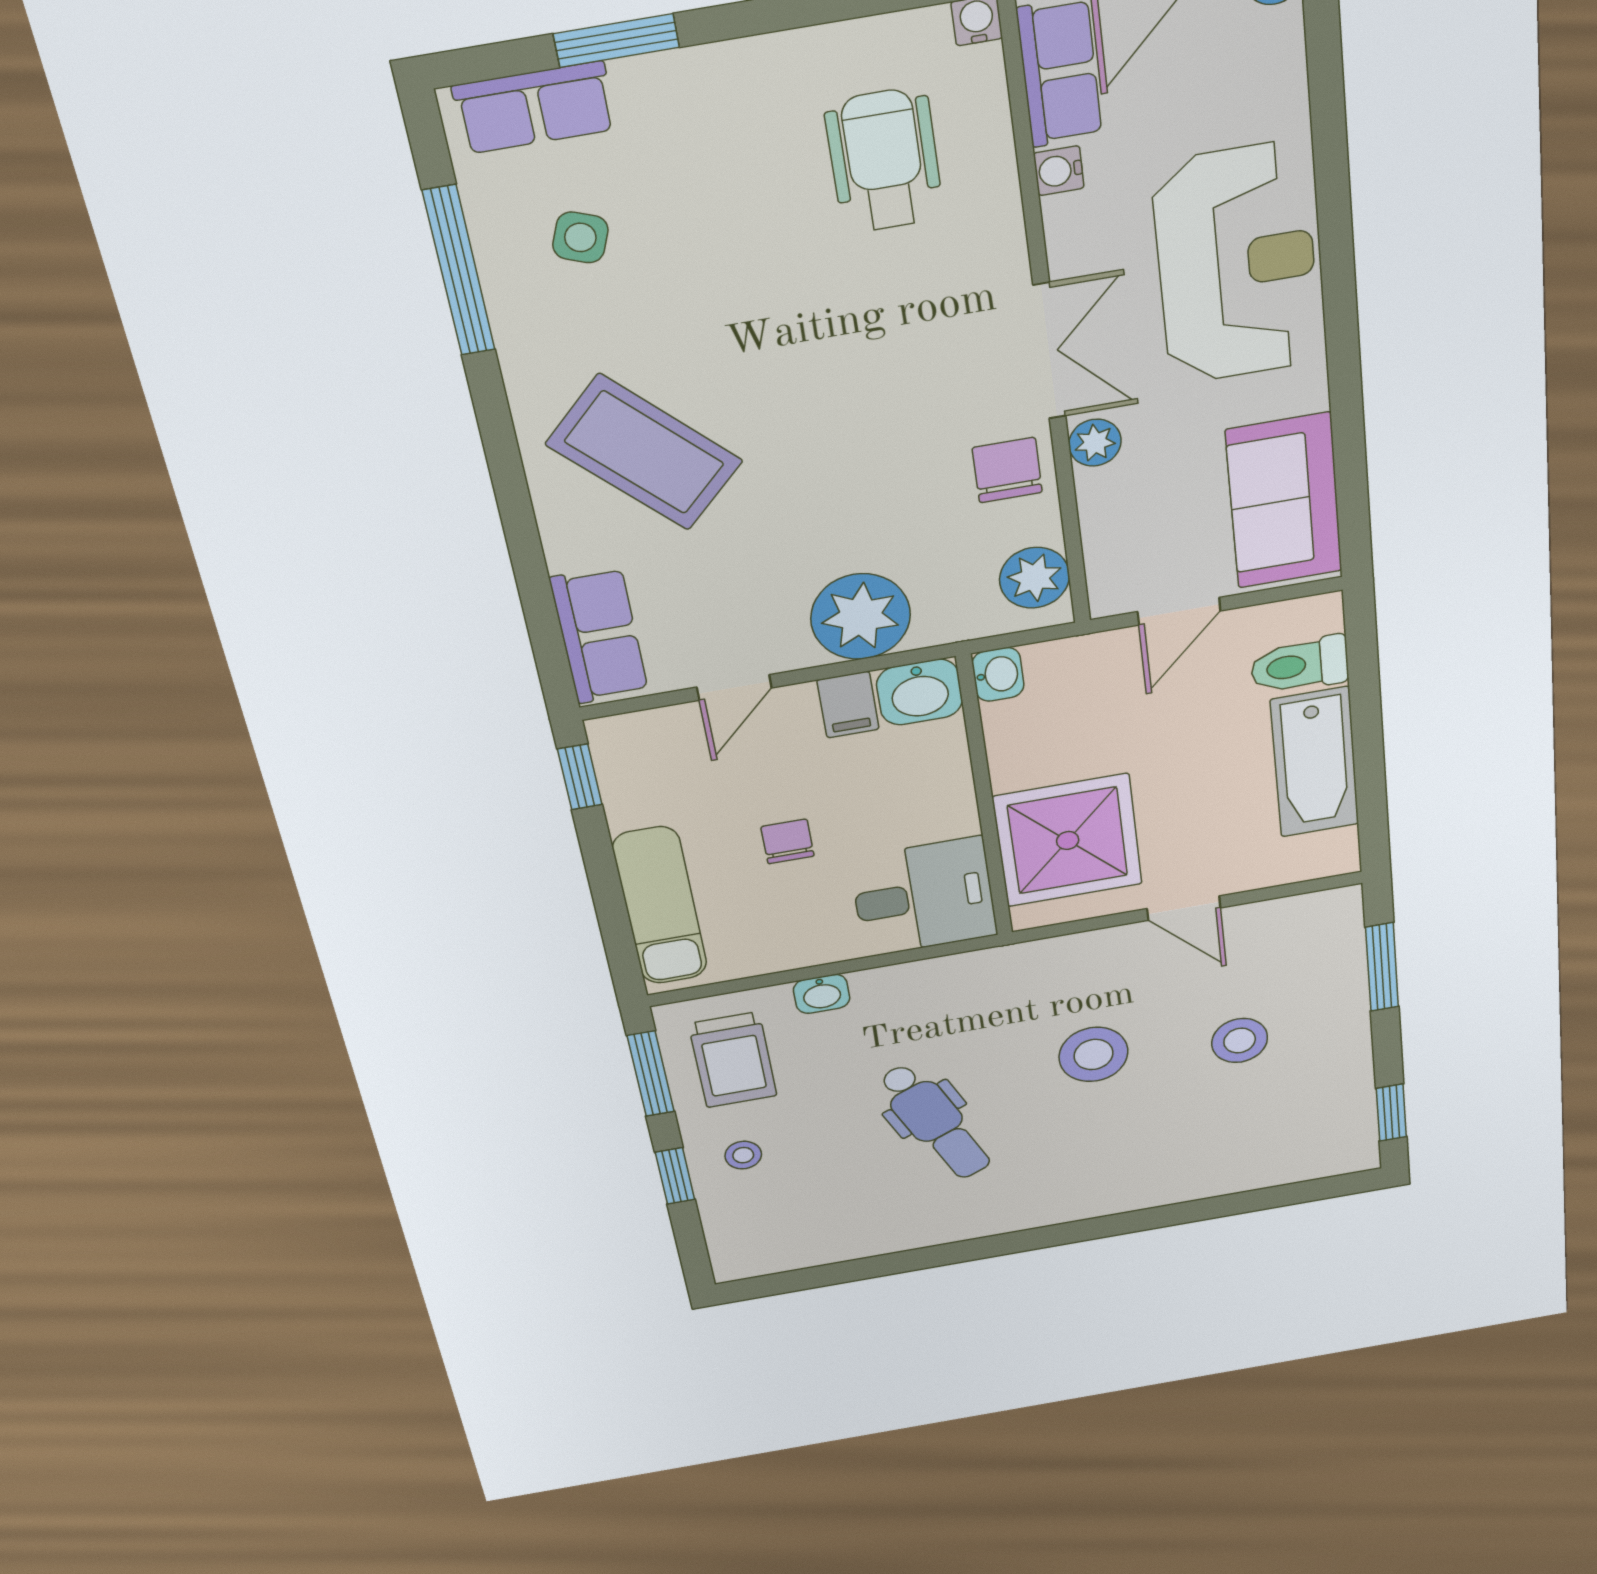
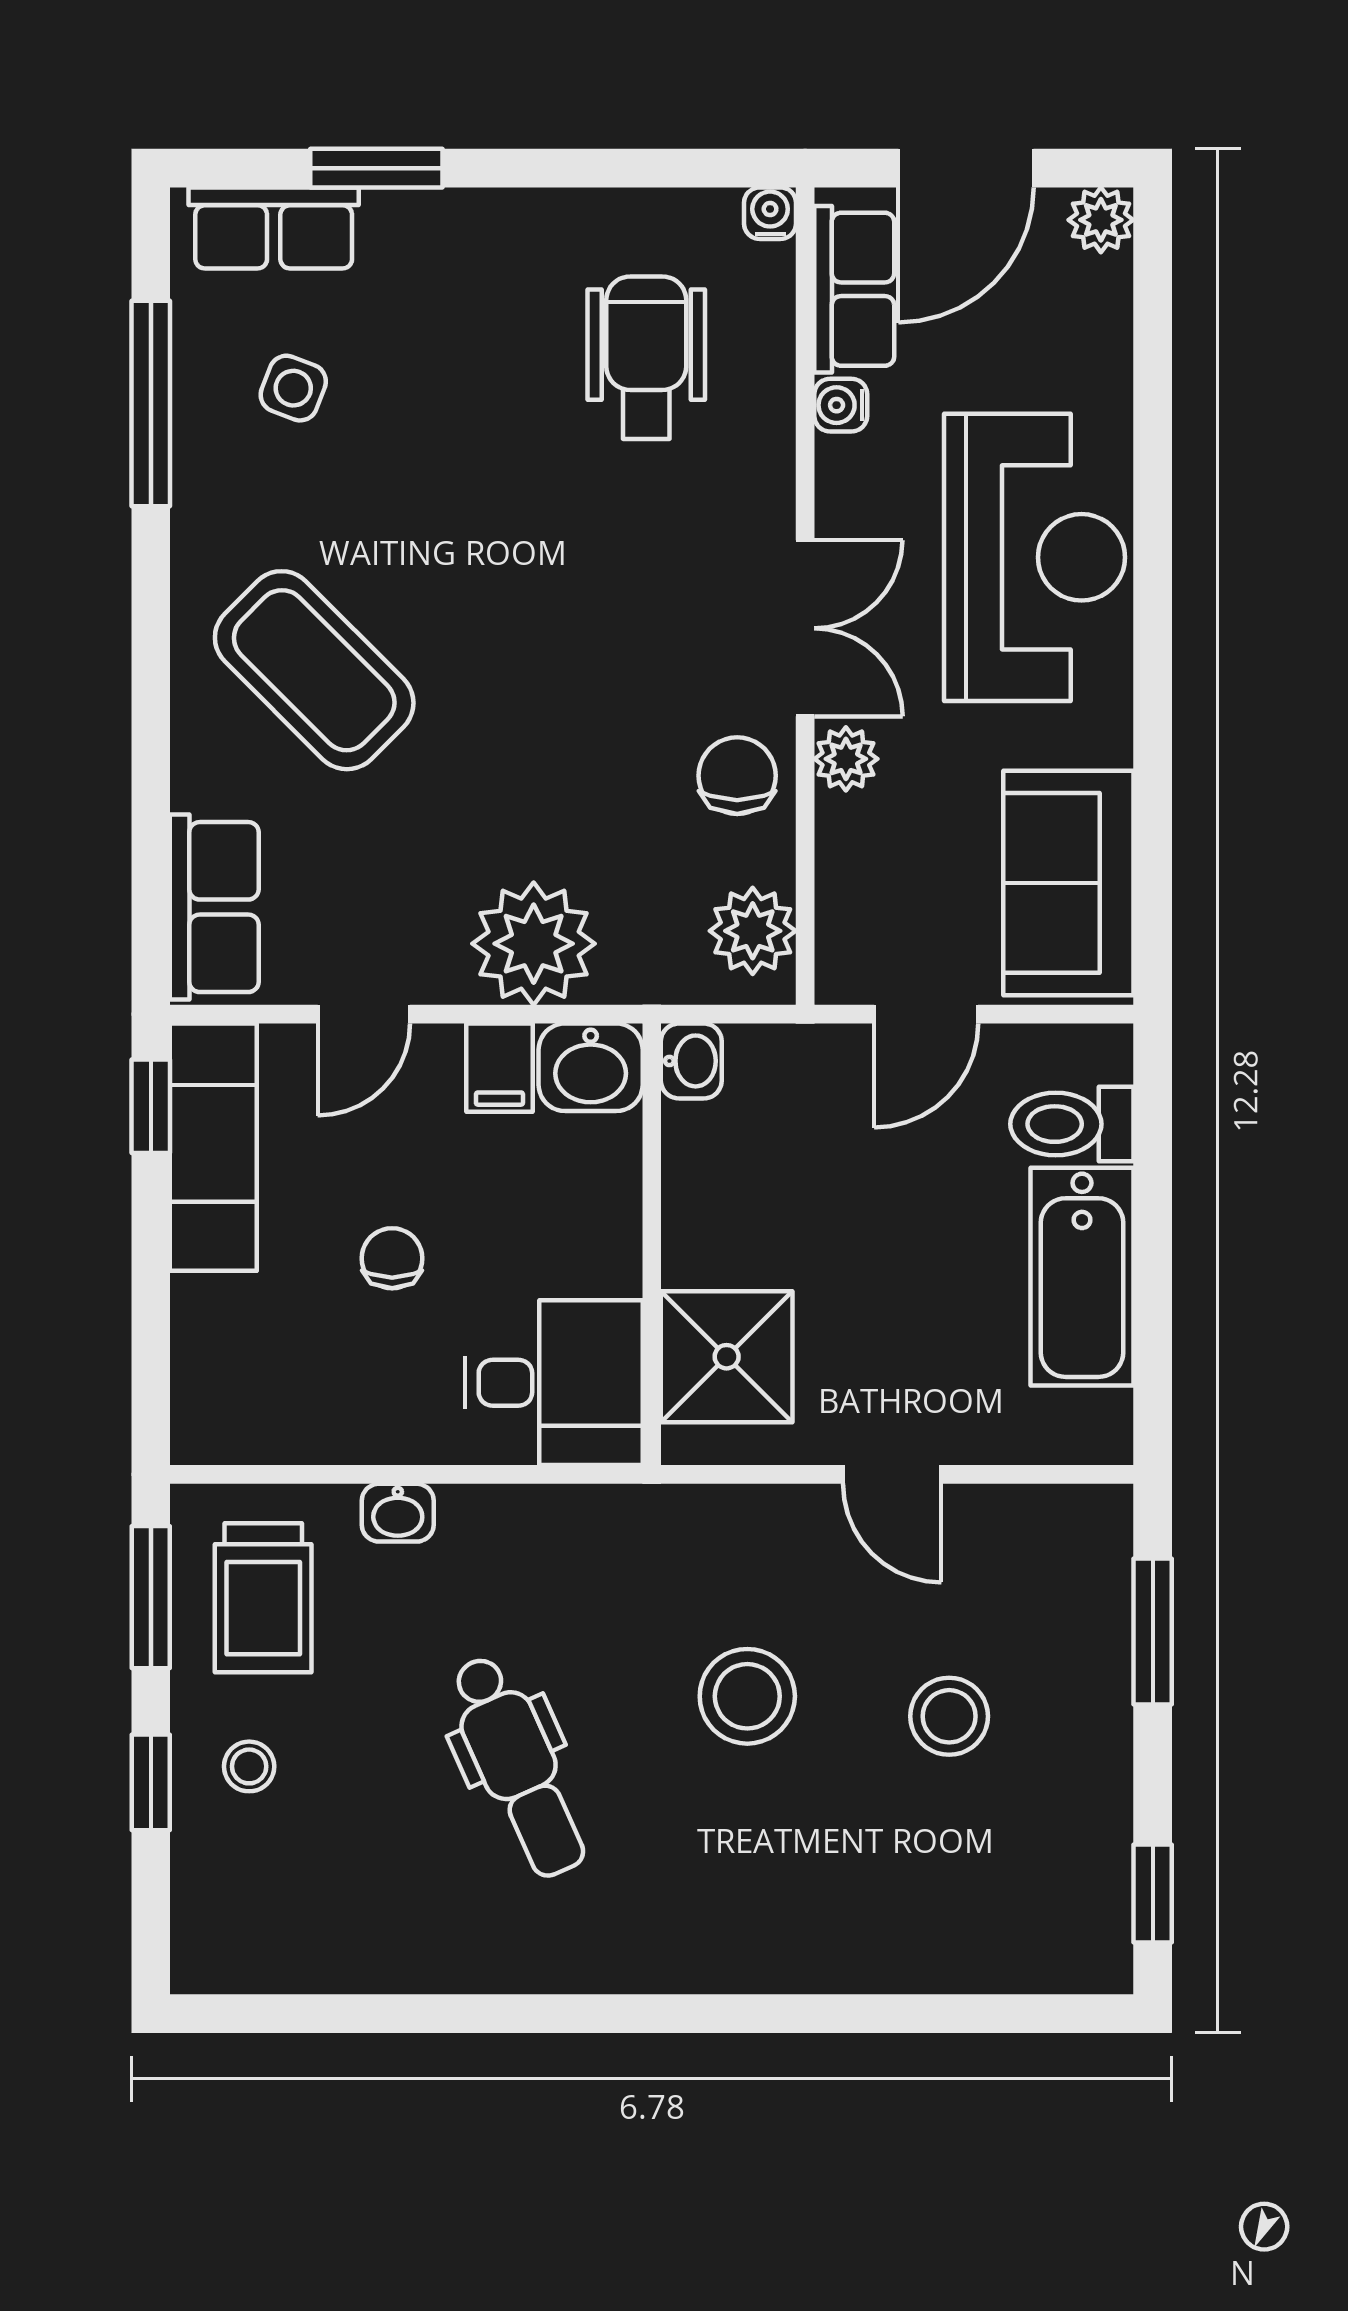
shower: (1068, 841) -> (727, 1357), width x0.73, depth x0.73
exam couch: (660, 906) -> (213, 1147), moved

